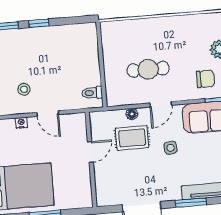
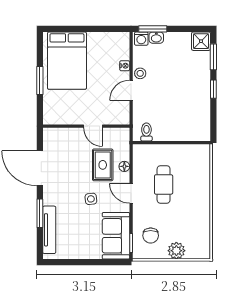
stool: (24, 89) -> (140, 73), moved

